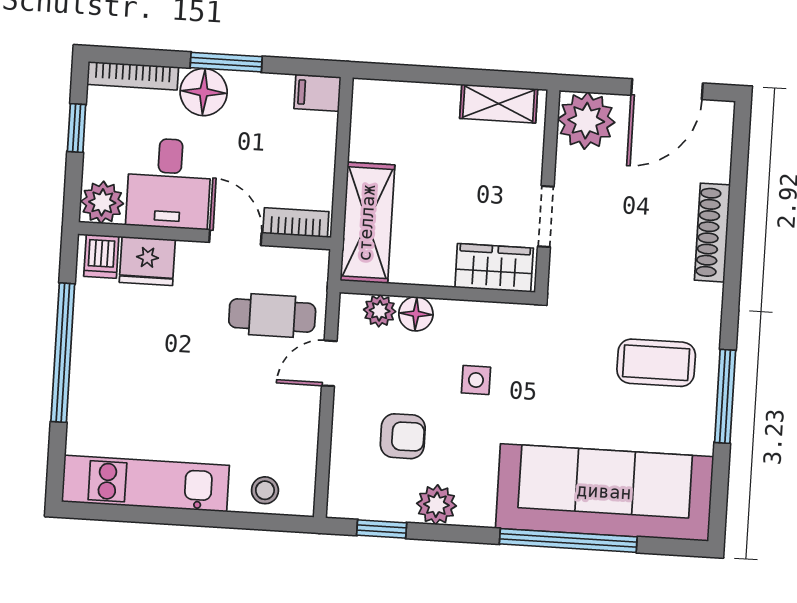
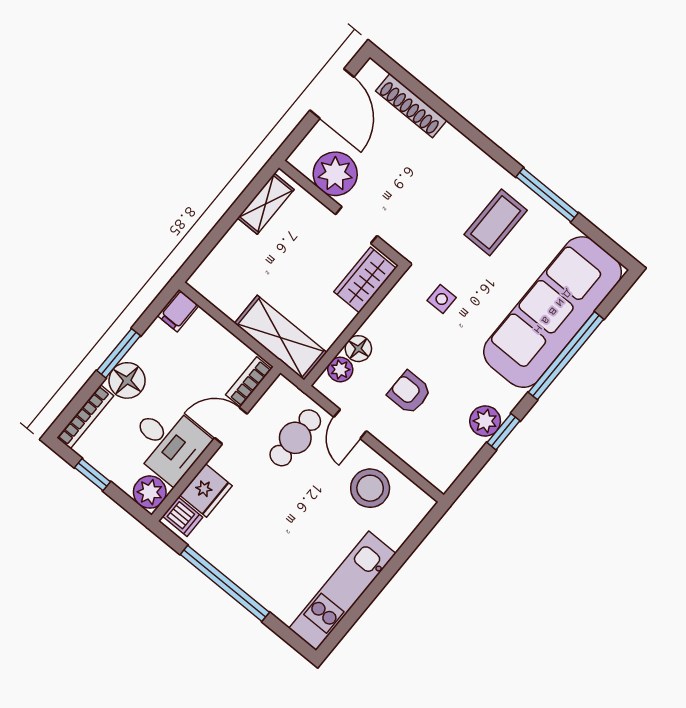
plant: (586, 121) -> (335, 174), moved
shoe rack: (712, 233) -> (411, 106), moved
side table: (476, 380) -> (442, 299), moved
armchair: (403, 436) -> (409, 392), moved, turned -90
stool: (265, 490) -> (370, 488), moved, width x1.89, depth x1.89
window: (382, 529) -> (504, 432), moved

